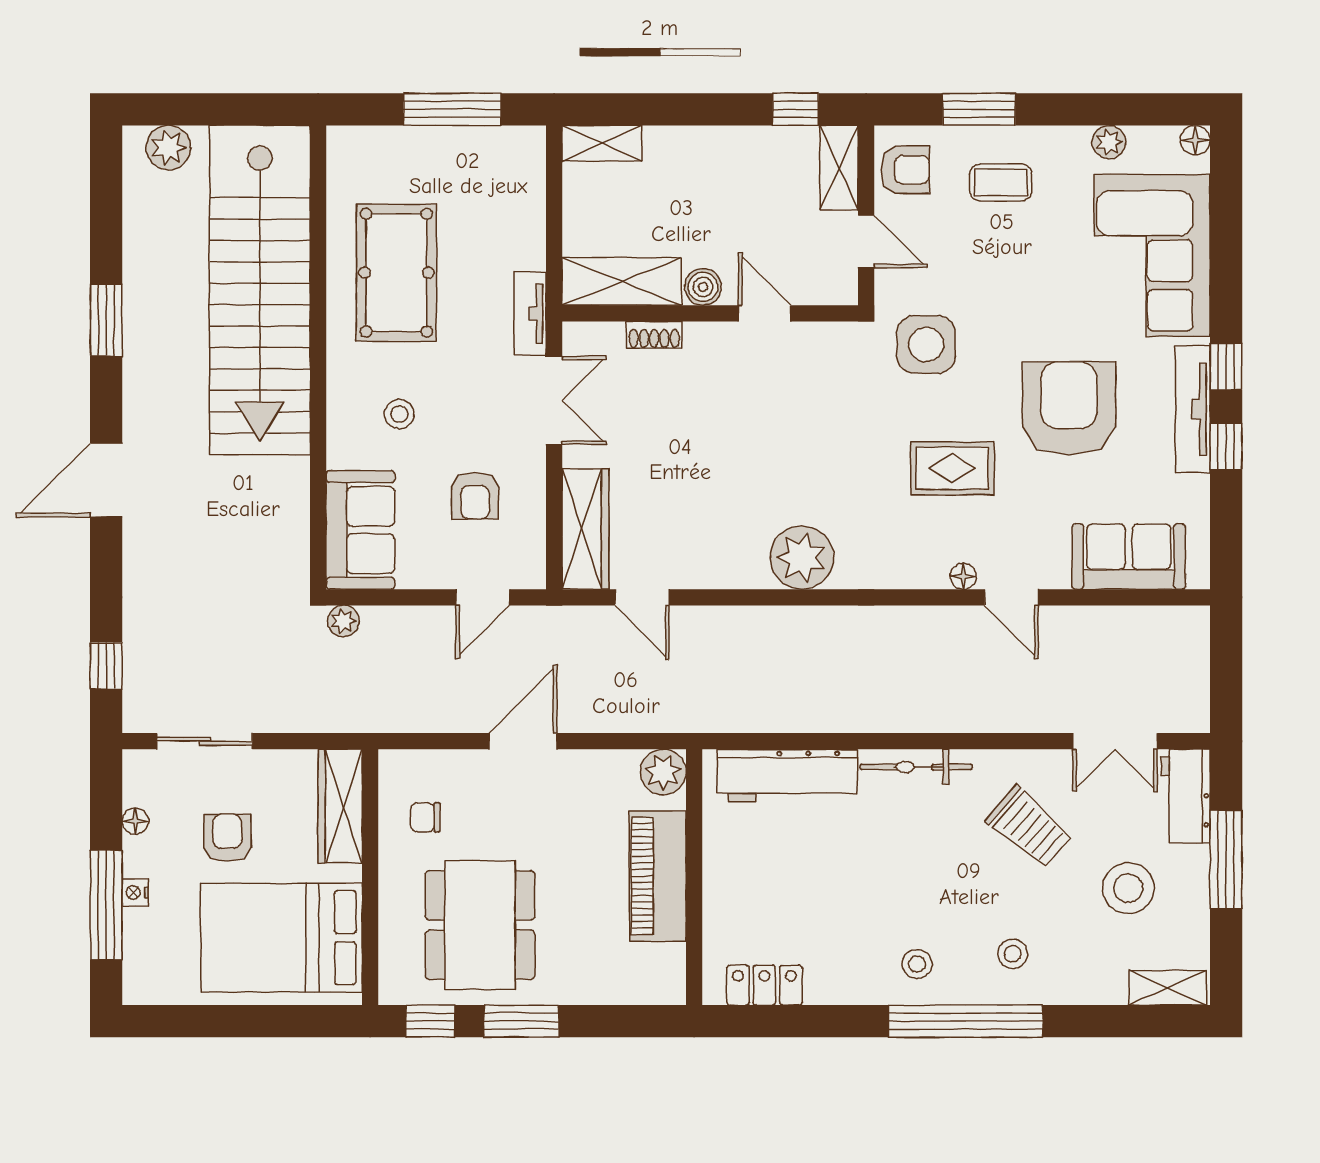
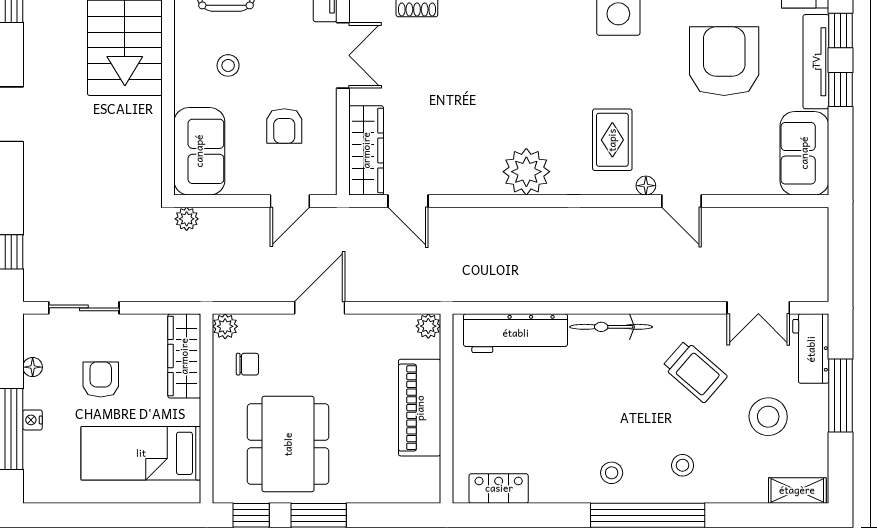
rug: (952, 468) -> (612, 140), moved, turned 90
sofa: (1129, 557) -> (804, 153), moved, turned -90
plant: (395, 766) -> (225, 326), added
plant: (663, 772) -> (428, 326), width x0.73, depth x0.73
chair: (425, 817) -> (247, 364), turned 180
bed: (281, 938) -> (141, 453), width x0.67

